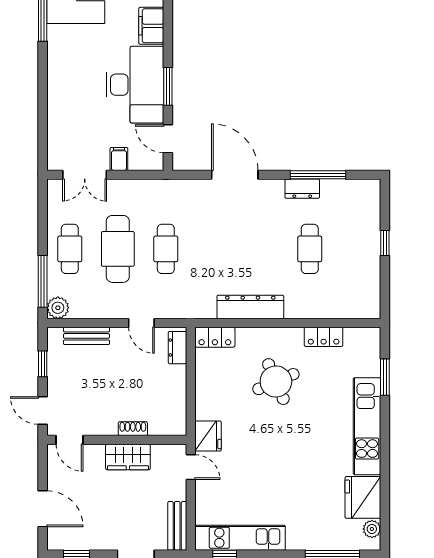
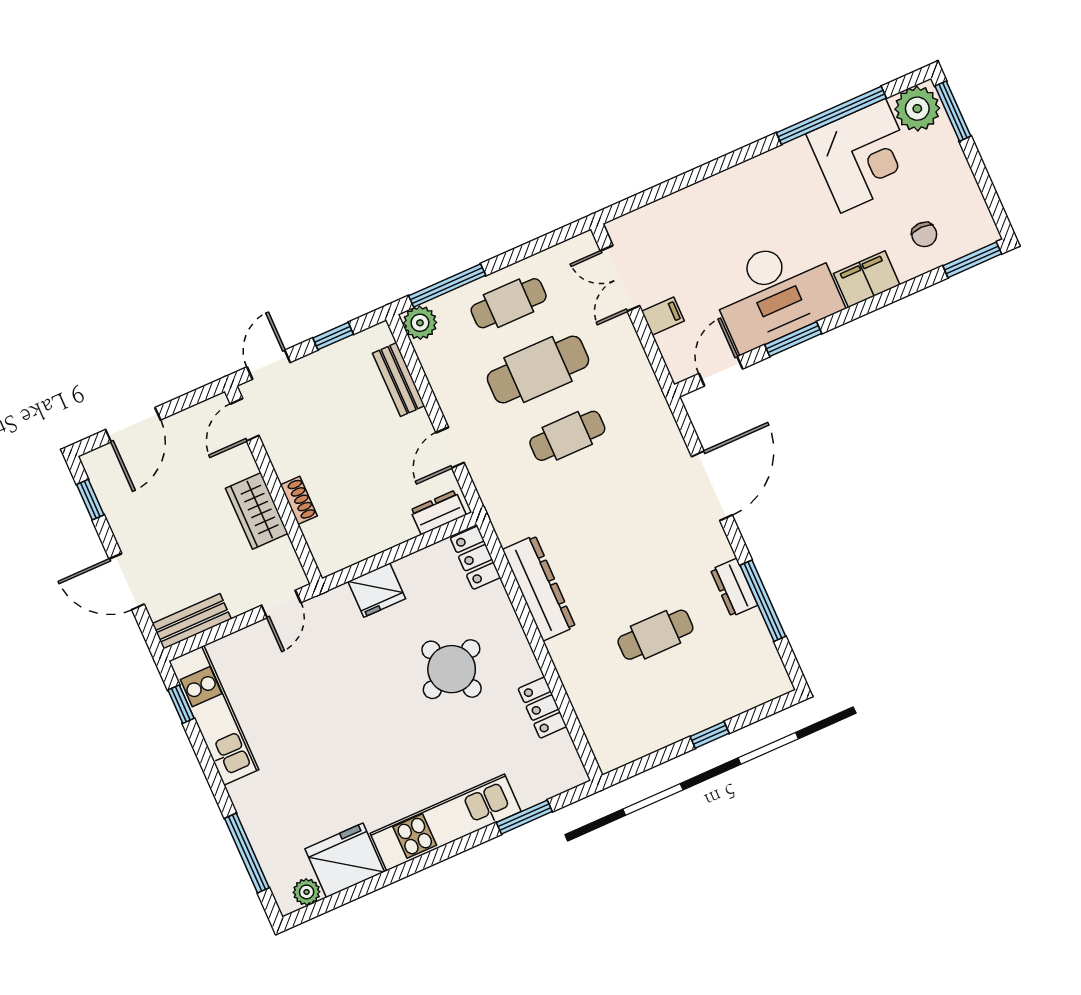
fridge: (208, 436) -> (377, 590), moved

